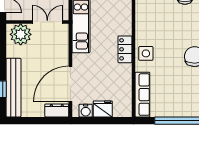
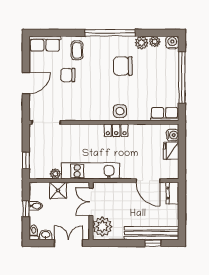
door: (70, 84) -> (148, 181), width x0.73
row of seats: (142, 95) -> (165, 114), width x0.68
water cooler: (86, 111) -> (173, 135), moved

